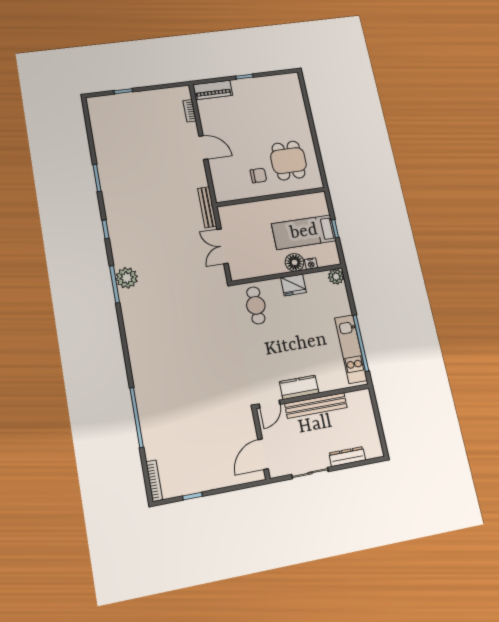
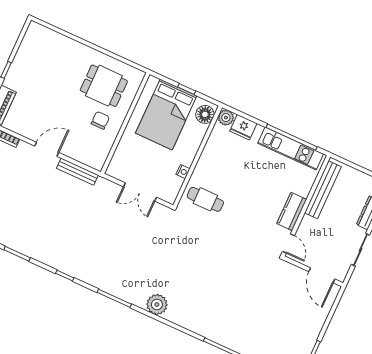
bench: (207, 207) -> (77, 172), moved
bed: (304, 232) -> (166, 114), width x1.50
floor lamp: (295, 262) -> (205, 114), moved
nightstand: (311, 264) -> (183, 172), moved
plant: (127, 278) -> (157, 304), moved
fridge: (293, 285) -> (243, 127), moved, turned 90
bench: (316, 405) -> (323, 190), moved

